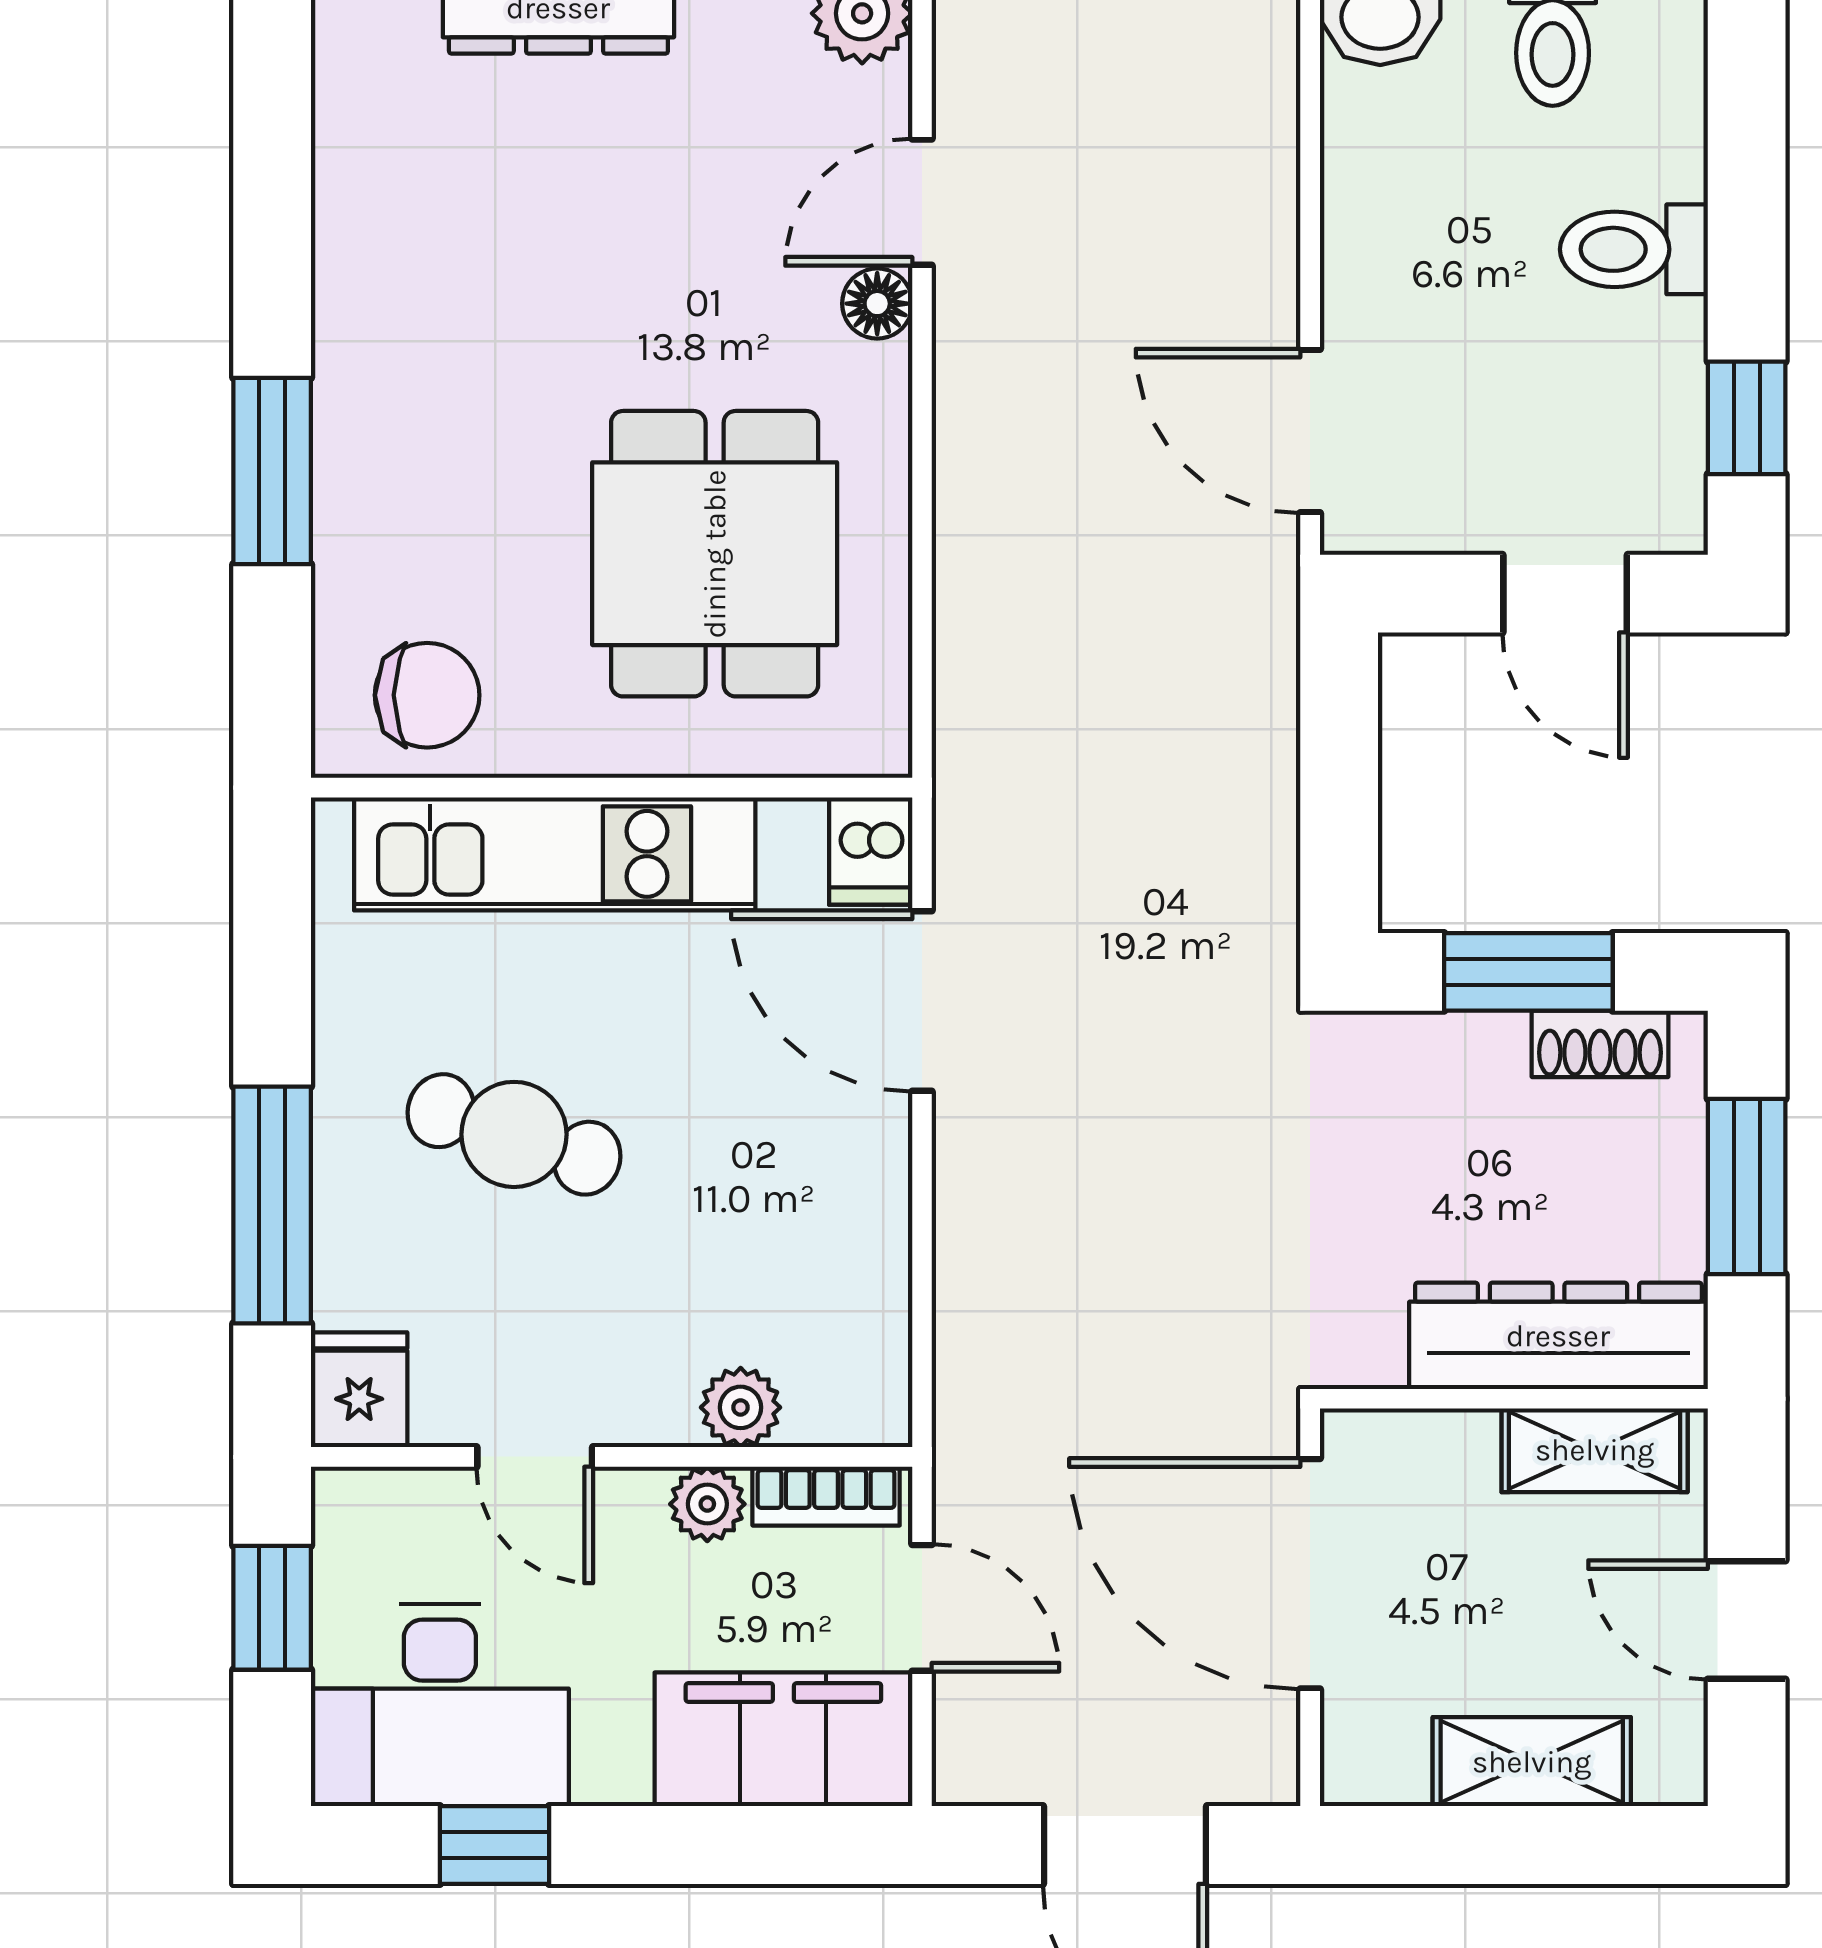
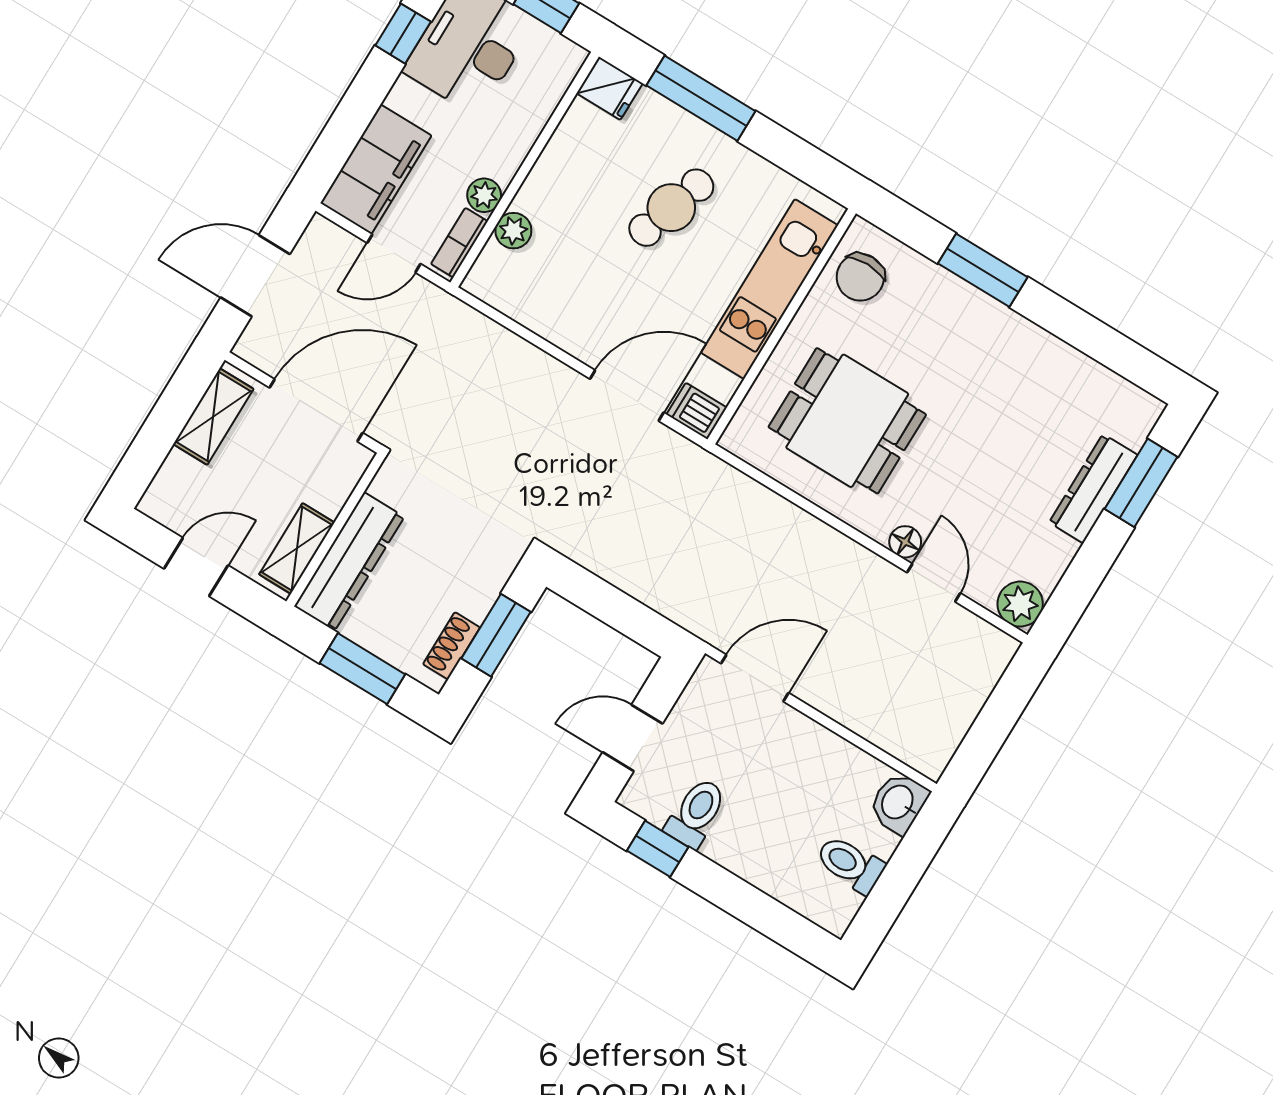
toilet: (1634, 249) -> (696, 813), moved
door: (535, 1457) -> (543, 140), removed
shelving: (1532, 1762) -> (213, 416), moved

